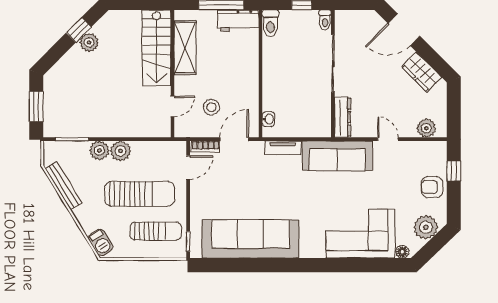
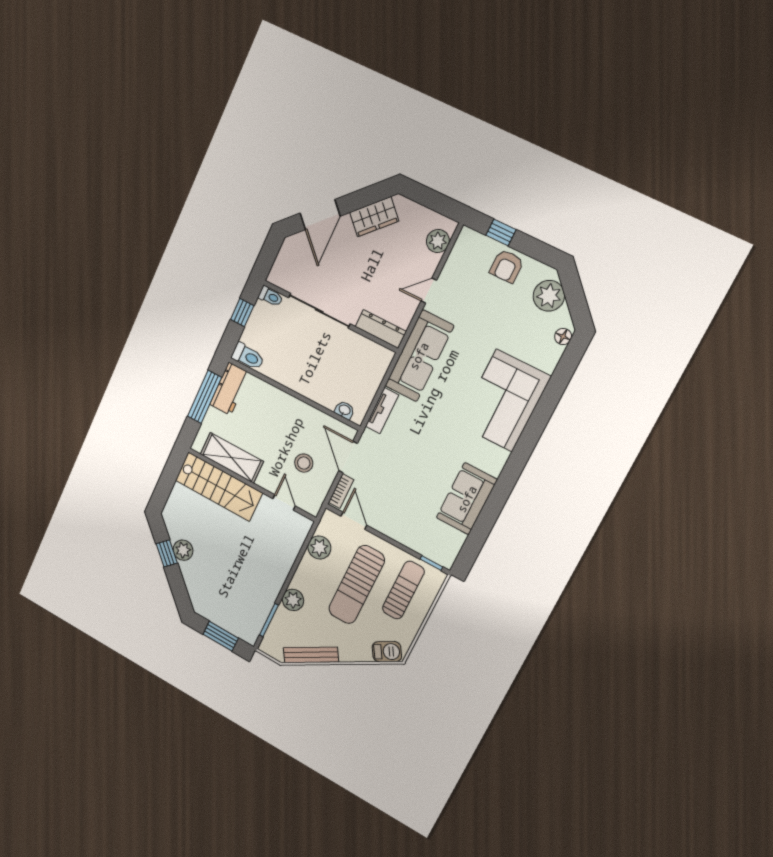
plant: (120, 151) -> (319, 548), moved
sun lounger: (140, 194) -> (357, 585), turned 180
corner sofa: (360, 234) -> (504, 401), moved
sofa: (250, 239) -> (467, 499), width x0.54, depth x0.79

